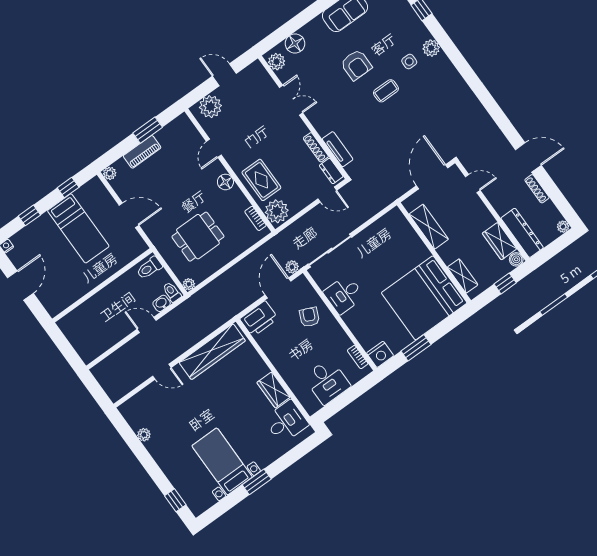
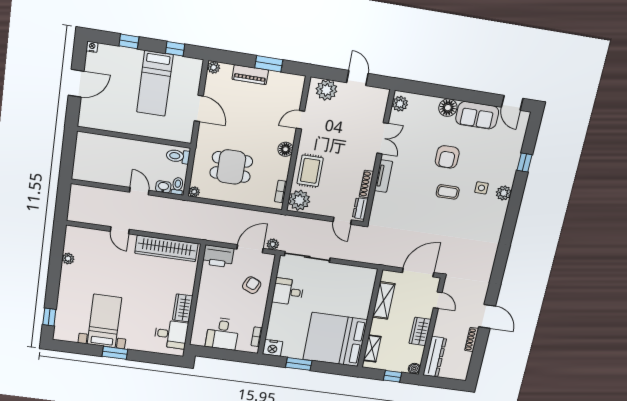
floor lamp: (295, 43) -> (448, 108), moved
tv unit: (338, 149) -> (383, 176), moved
plant: (563, 227) -> (462, 375), removed
wardrobe: (500, 241) -> (420, 331), moved

